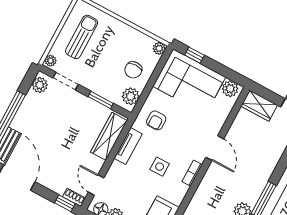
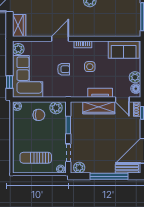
armchair: (156, 120) -> (64, 69), moved
wardrobe: (109, 136) -> (99, 108), moved
tv unit: (128, 146) -> (100, 93), moved
door: (96, 185) -> (122, 100), hinge flipped

